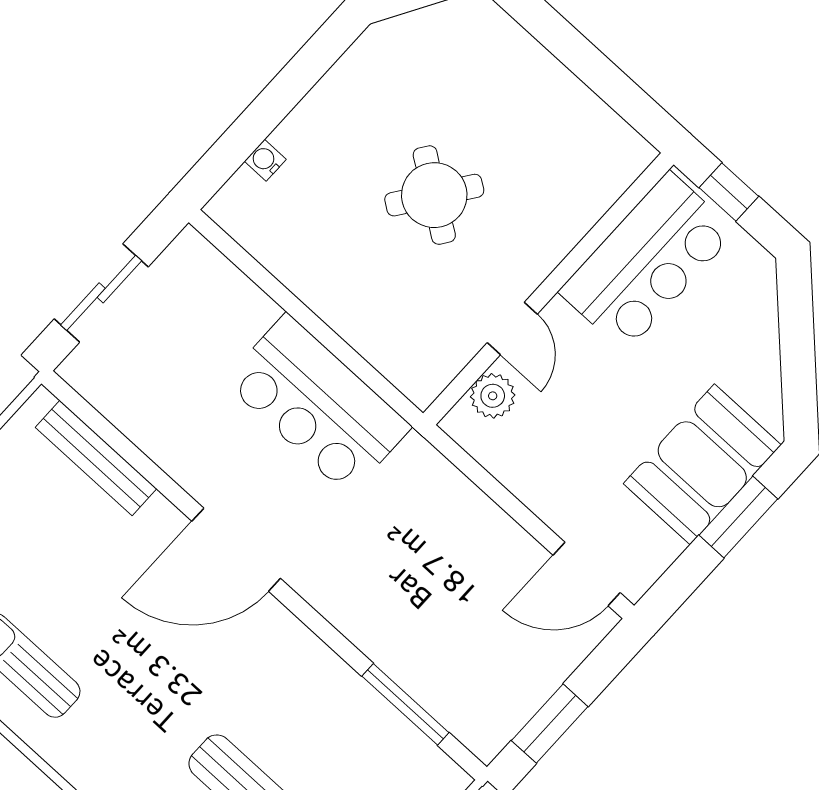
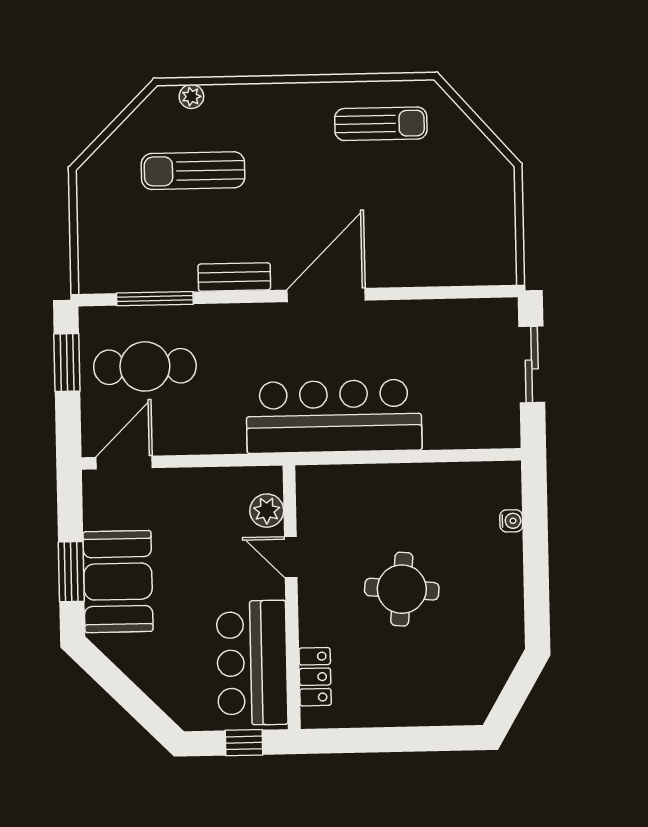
locker: (599, 190) -> (315, 677), added
round table: (434, 195) -> (402, 589), turned -30
bar counter: (318, 404) -> (334, 416), width x1.36
bench: (96, 458) -> (234, 277), moved, width x0.73
cafe table: (478, 648) -> (145, 366), added

